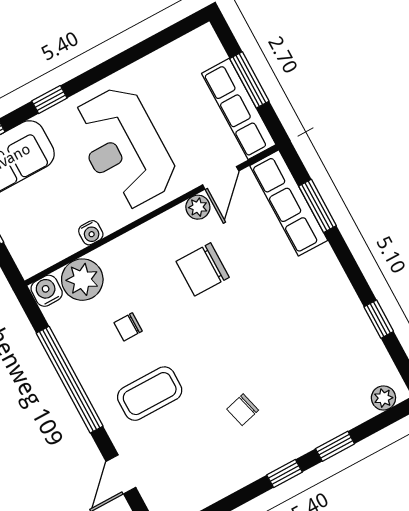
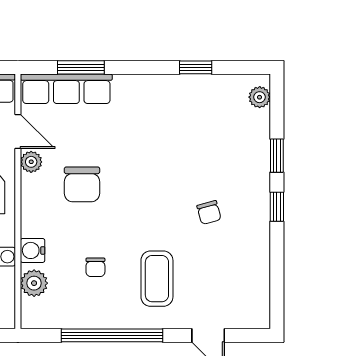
plant: (82, 280) -> (34, 283), width x0.73, depth x0.73
water cooler: (47, 291) -> (33, 250), moved

